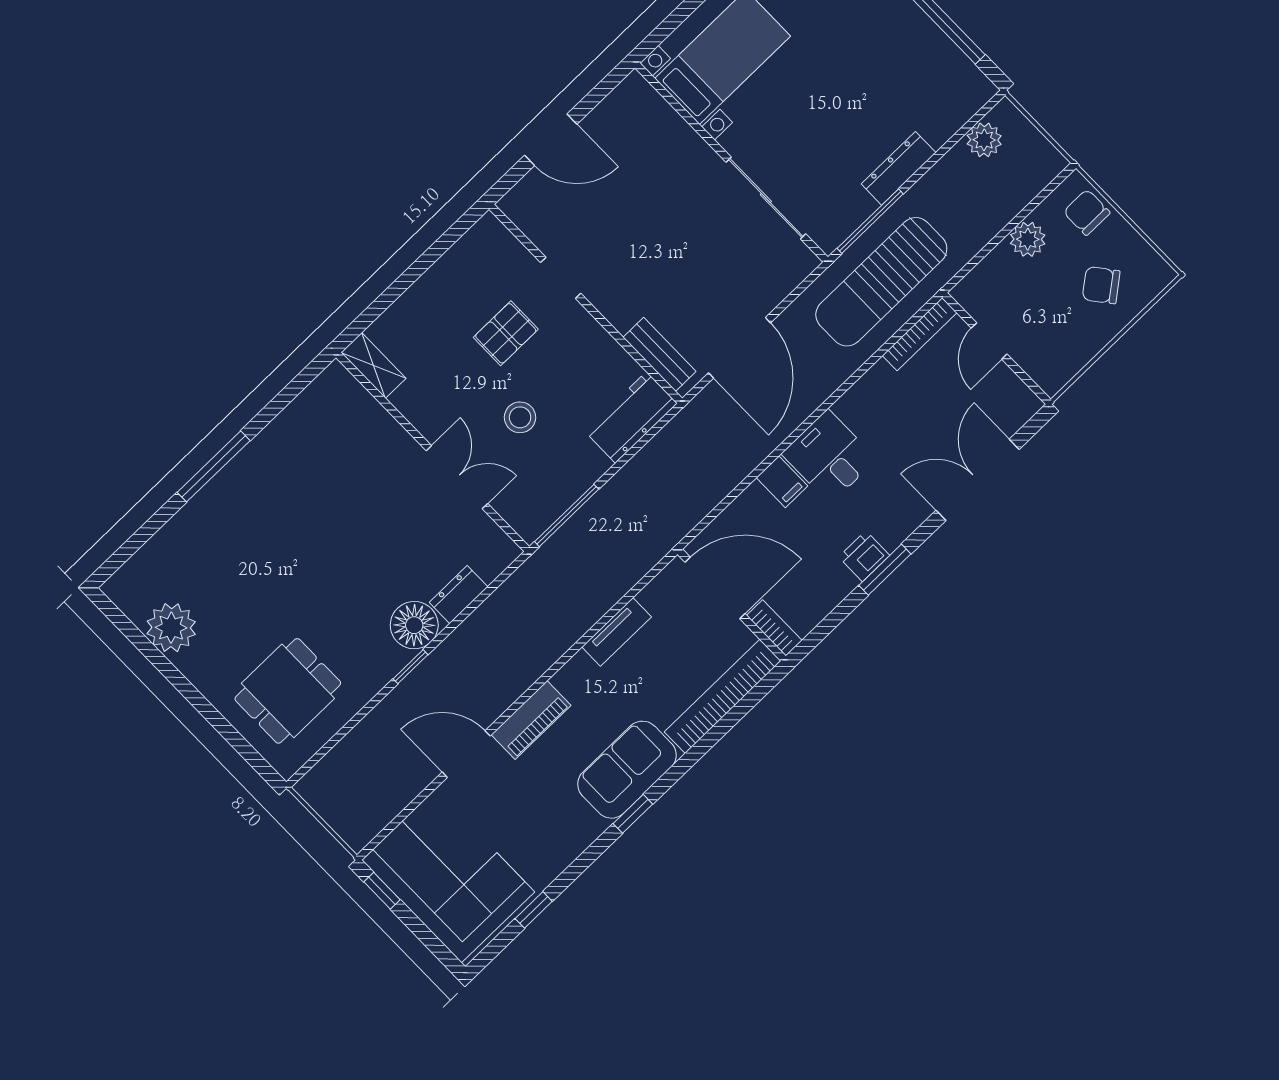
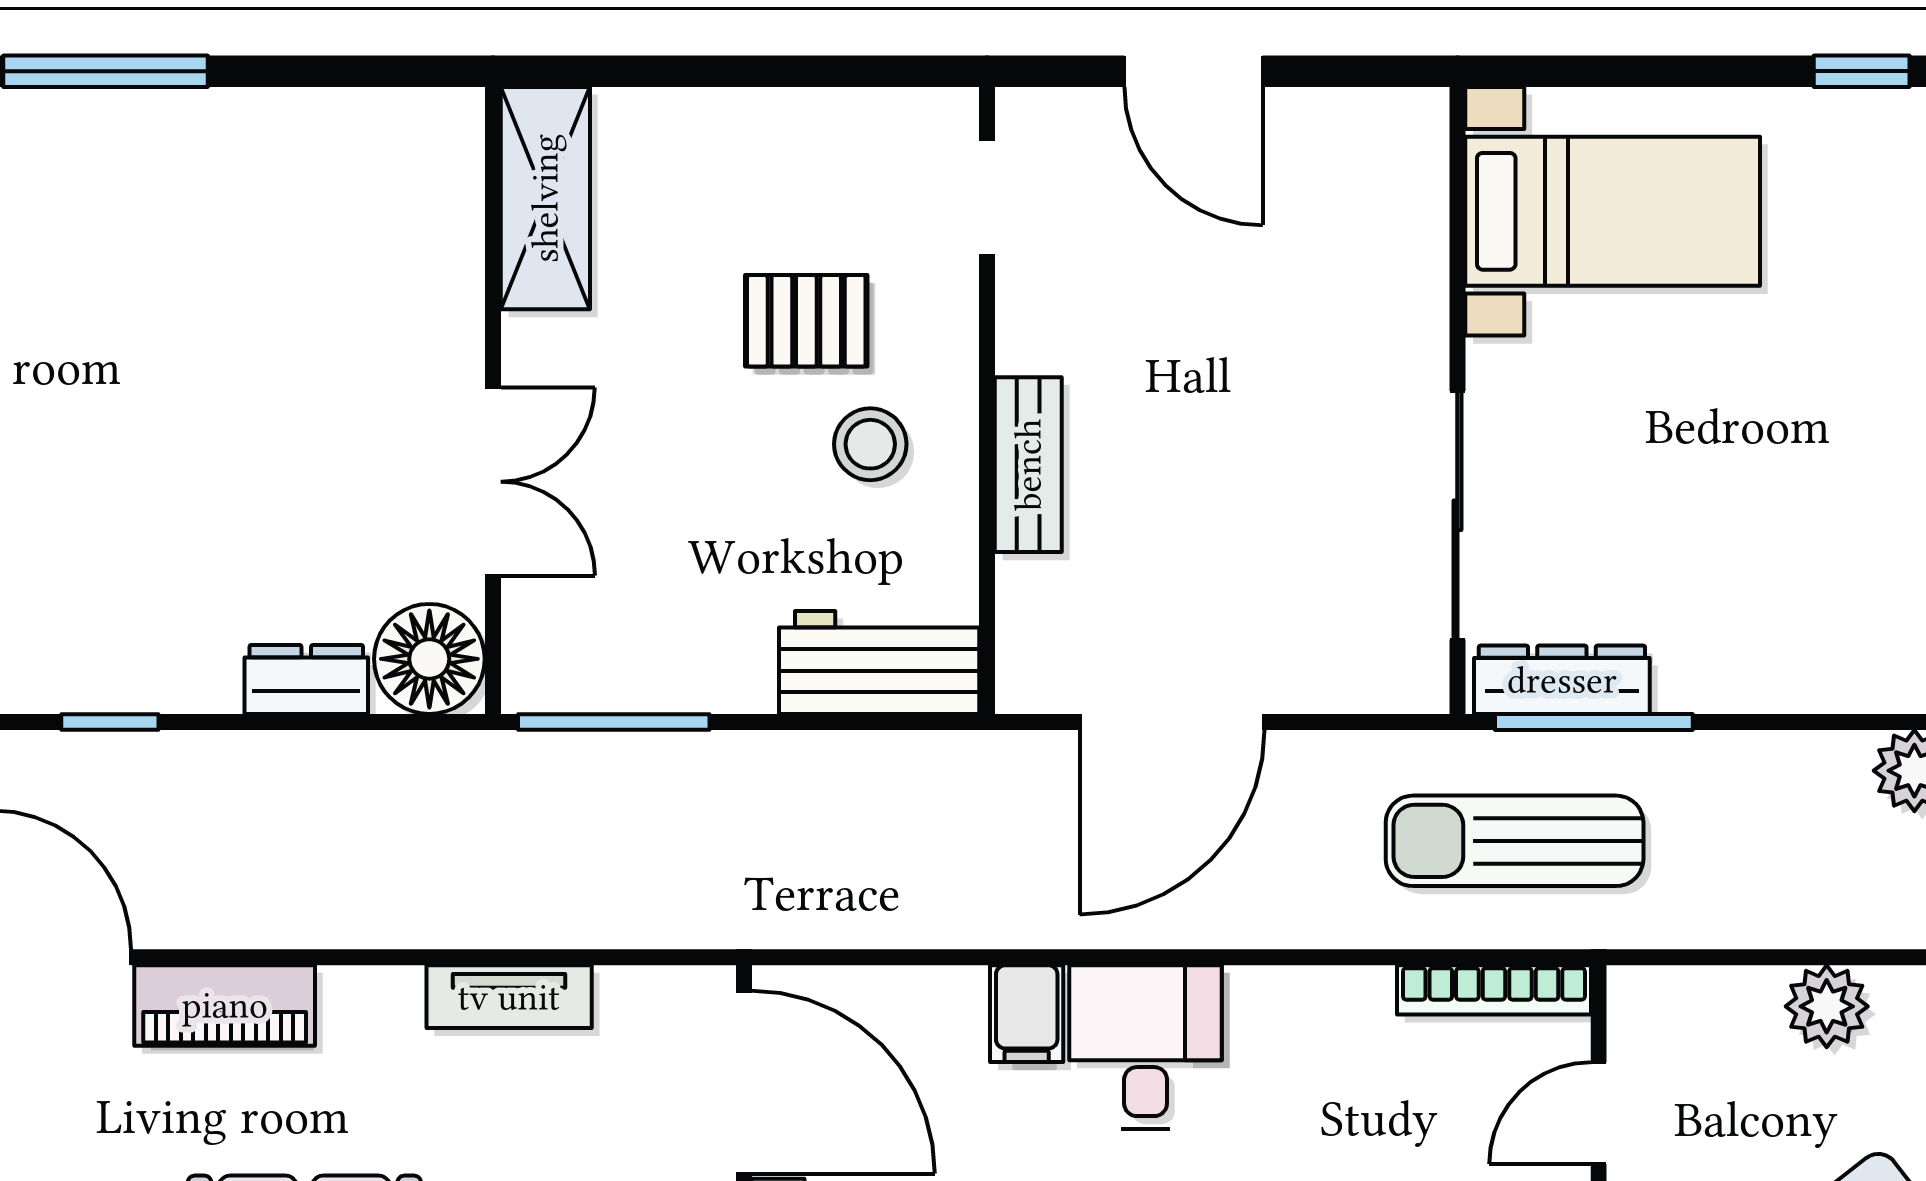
dresser: (899, 168) -> (1562, 680), moved
doorway: (561, 278) -> (987, 198), moved
sun lounger: (881, 282) -> (1515, 841), width x0.73, depth x0.75
bench: (660, 354) -> (1028, 465), moved
shelving: (373, 365) -> (545, 198), width x1.50, depth x1.33
stool: (520, 417) -> (870, 444), moved
floor lamp: (414, 625) -> (429, 659), moved

